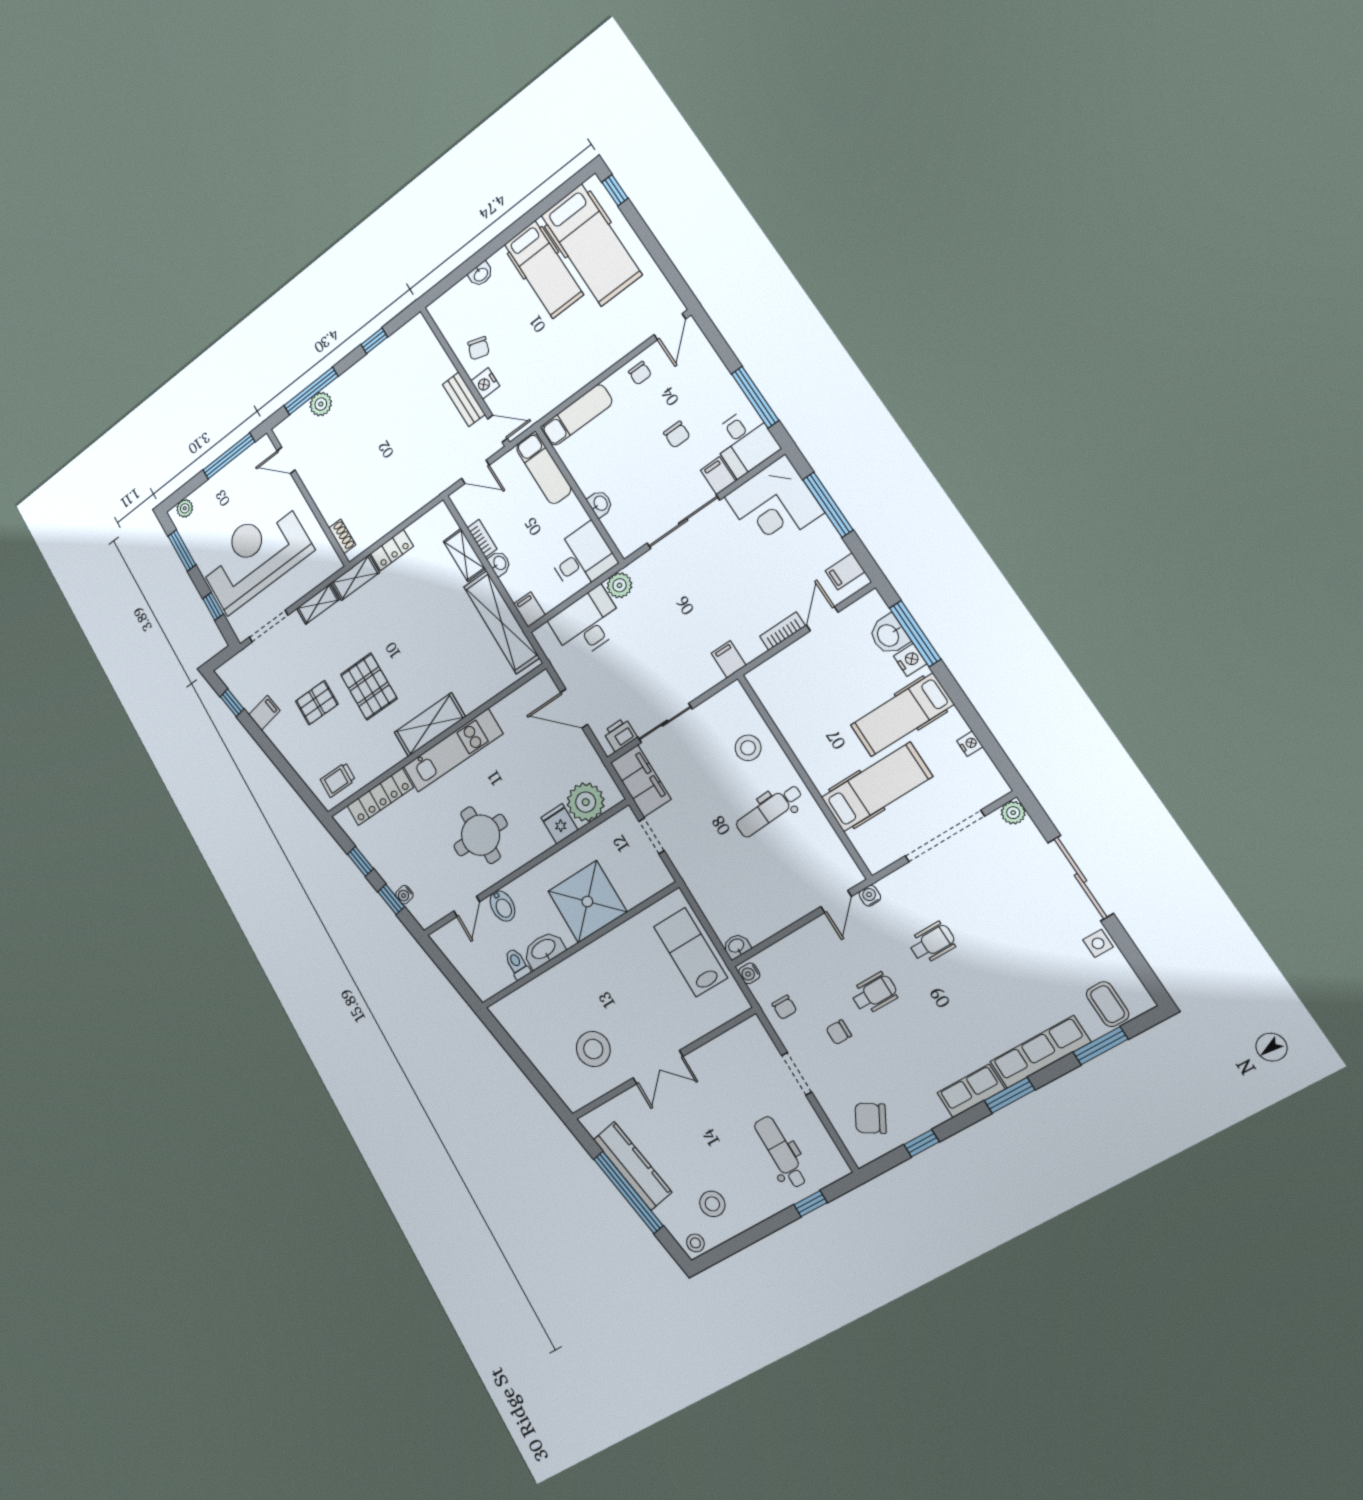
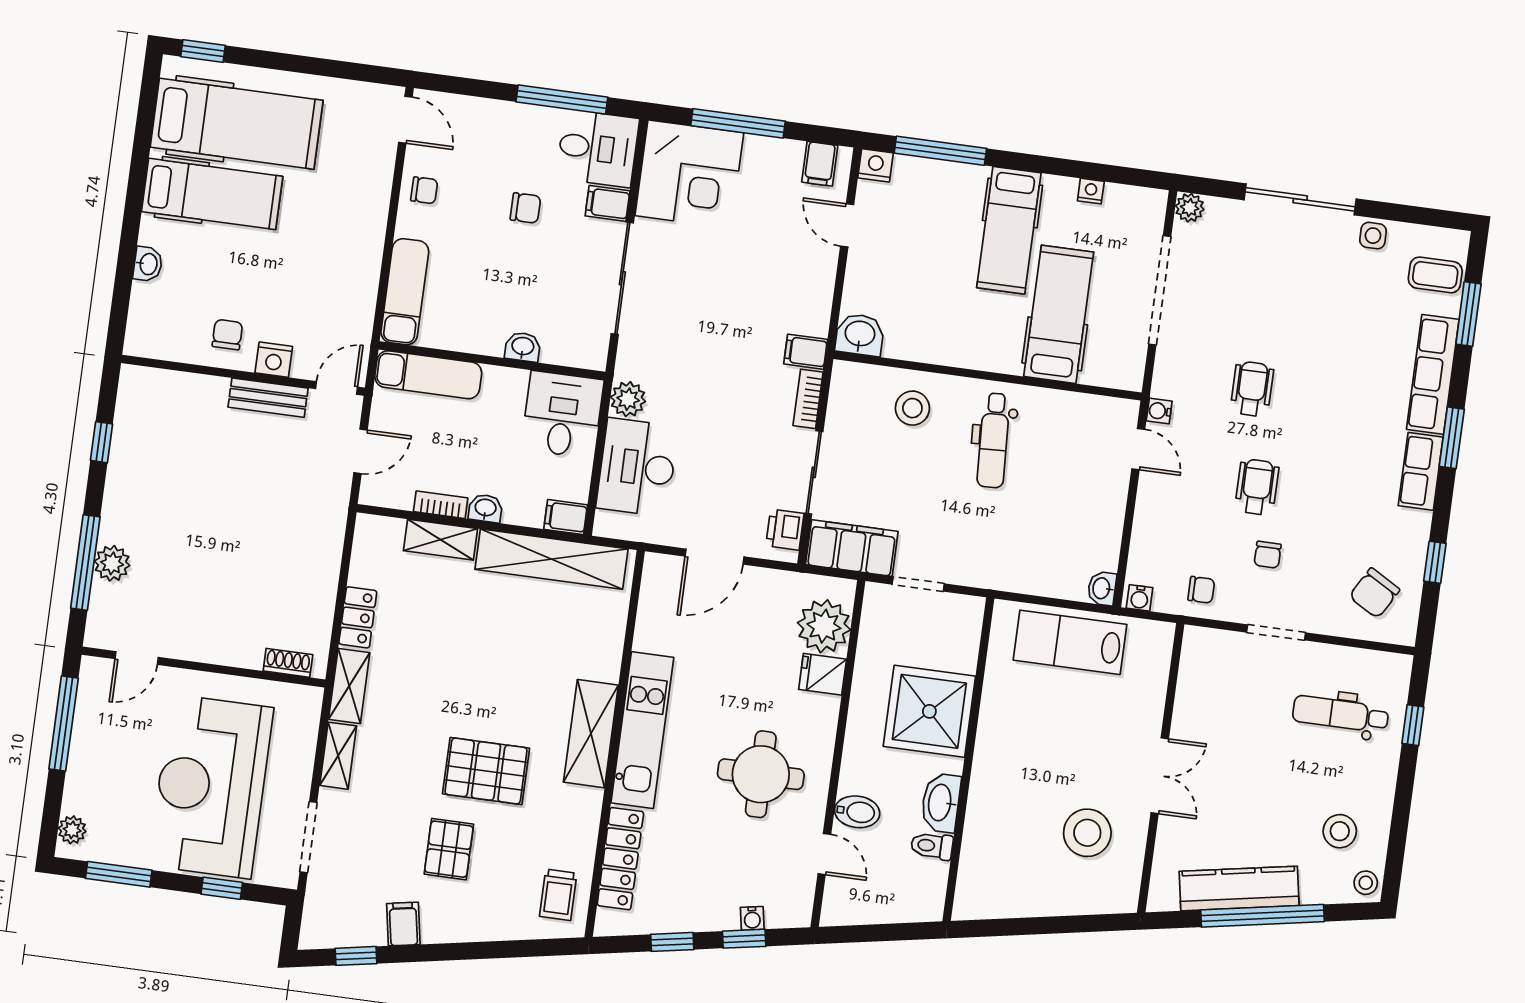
chair: (478, 348) -> (227, 335), turned -109
bookcase: (783, 631) -> (808, 399), moved
washbasin: (889, 635) -> (860, 335), moved, turned 180
nightstand: (910, 660) -> (876, 165), moved

